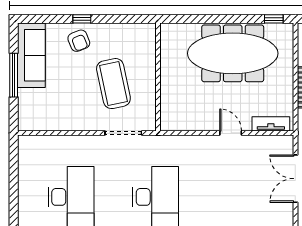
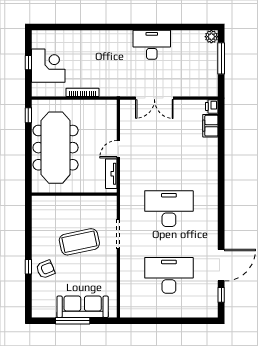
sofa: (31, 55) -> (83, 307), moved
wall: (158, 77) -> (74, 194), moved
tv unit: (271, 124) -> (111, 174), moved

